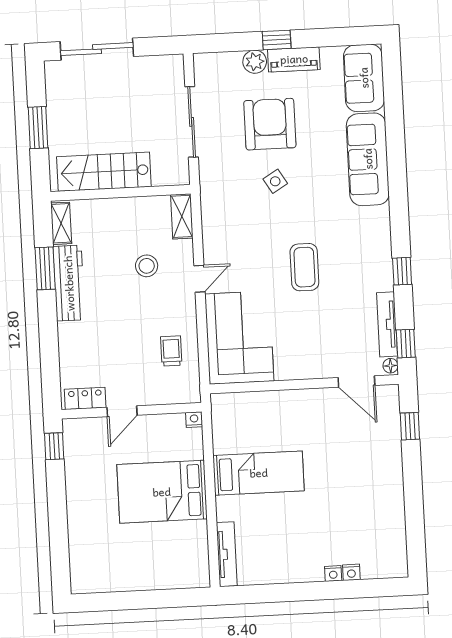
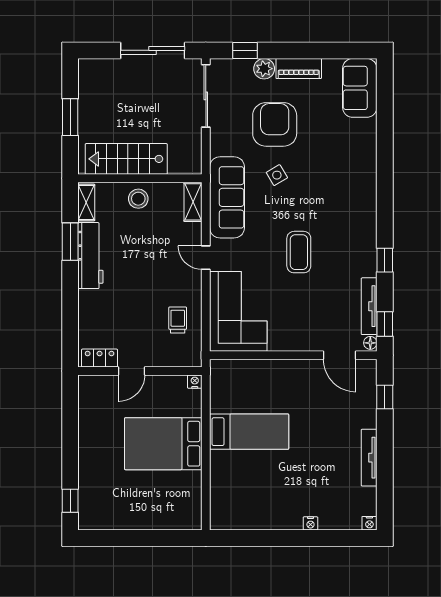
window: (277, 40) -> (245, 50), moved
sliding door: (97, 49) -> (153, 50), moved
sliding door: (192, 122) -> (206, 96), moved
sofa: (368, 159) -> (227, 197), moved, turned 180
stool: (147, 266) -> (138, 199), moved
door: (200, 279) -> (206, 258), swing flipped
window: (54, 446) -> (70, 501), moved
tv unit: (227, 554) -> (369, 458), moved, turned 180
nightstand: (351, 572) -> (369, 523), moved

